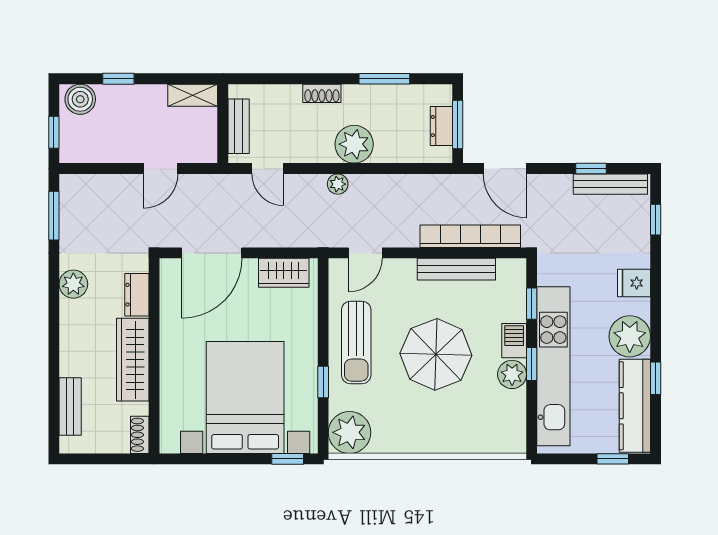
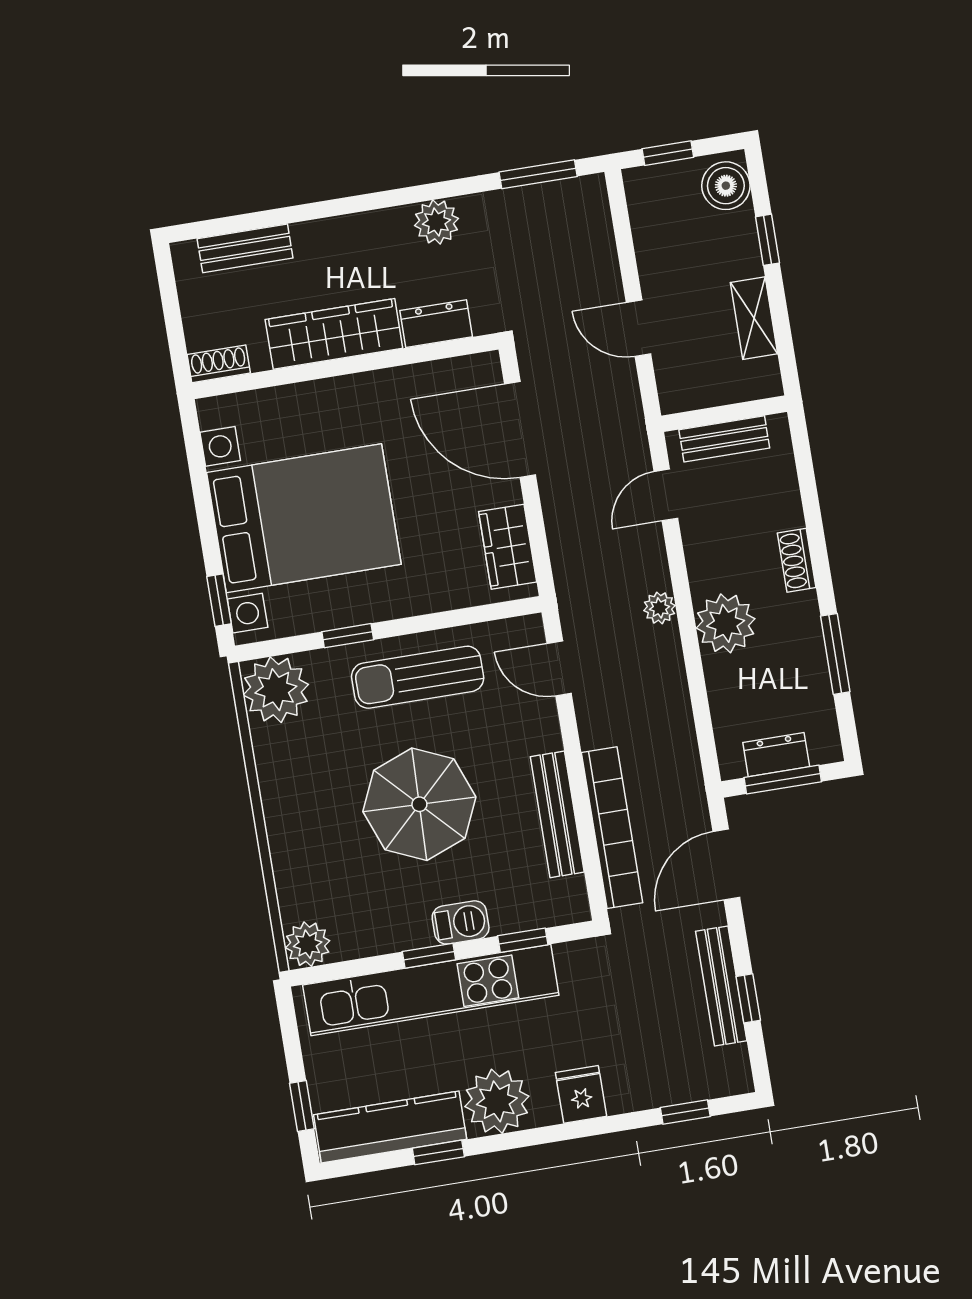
shelving: (193, 95) -> (754, 318), moved
bench: (610, 184) -> (721, 986), moved
plant: (512, 374) -> (308, 944), moved

